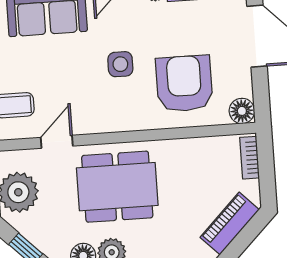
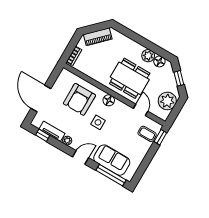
floor lamp: (242, 111) -> (109, 100), moved
door: (57, 142) -> (141, 110), swing flipped

